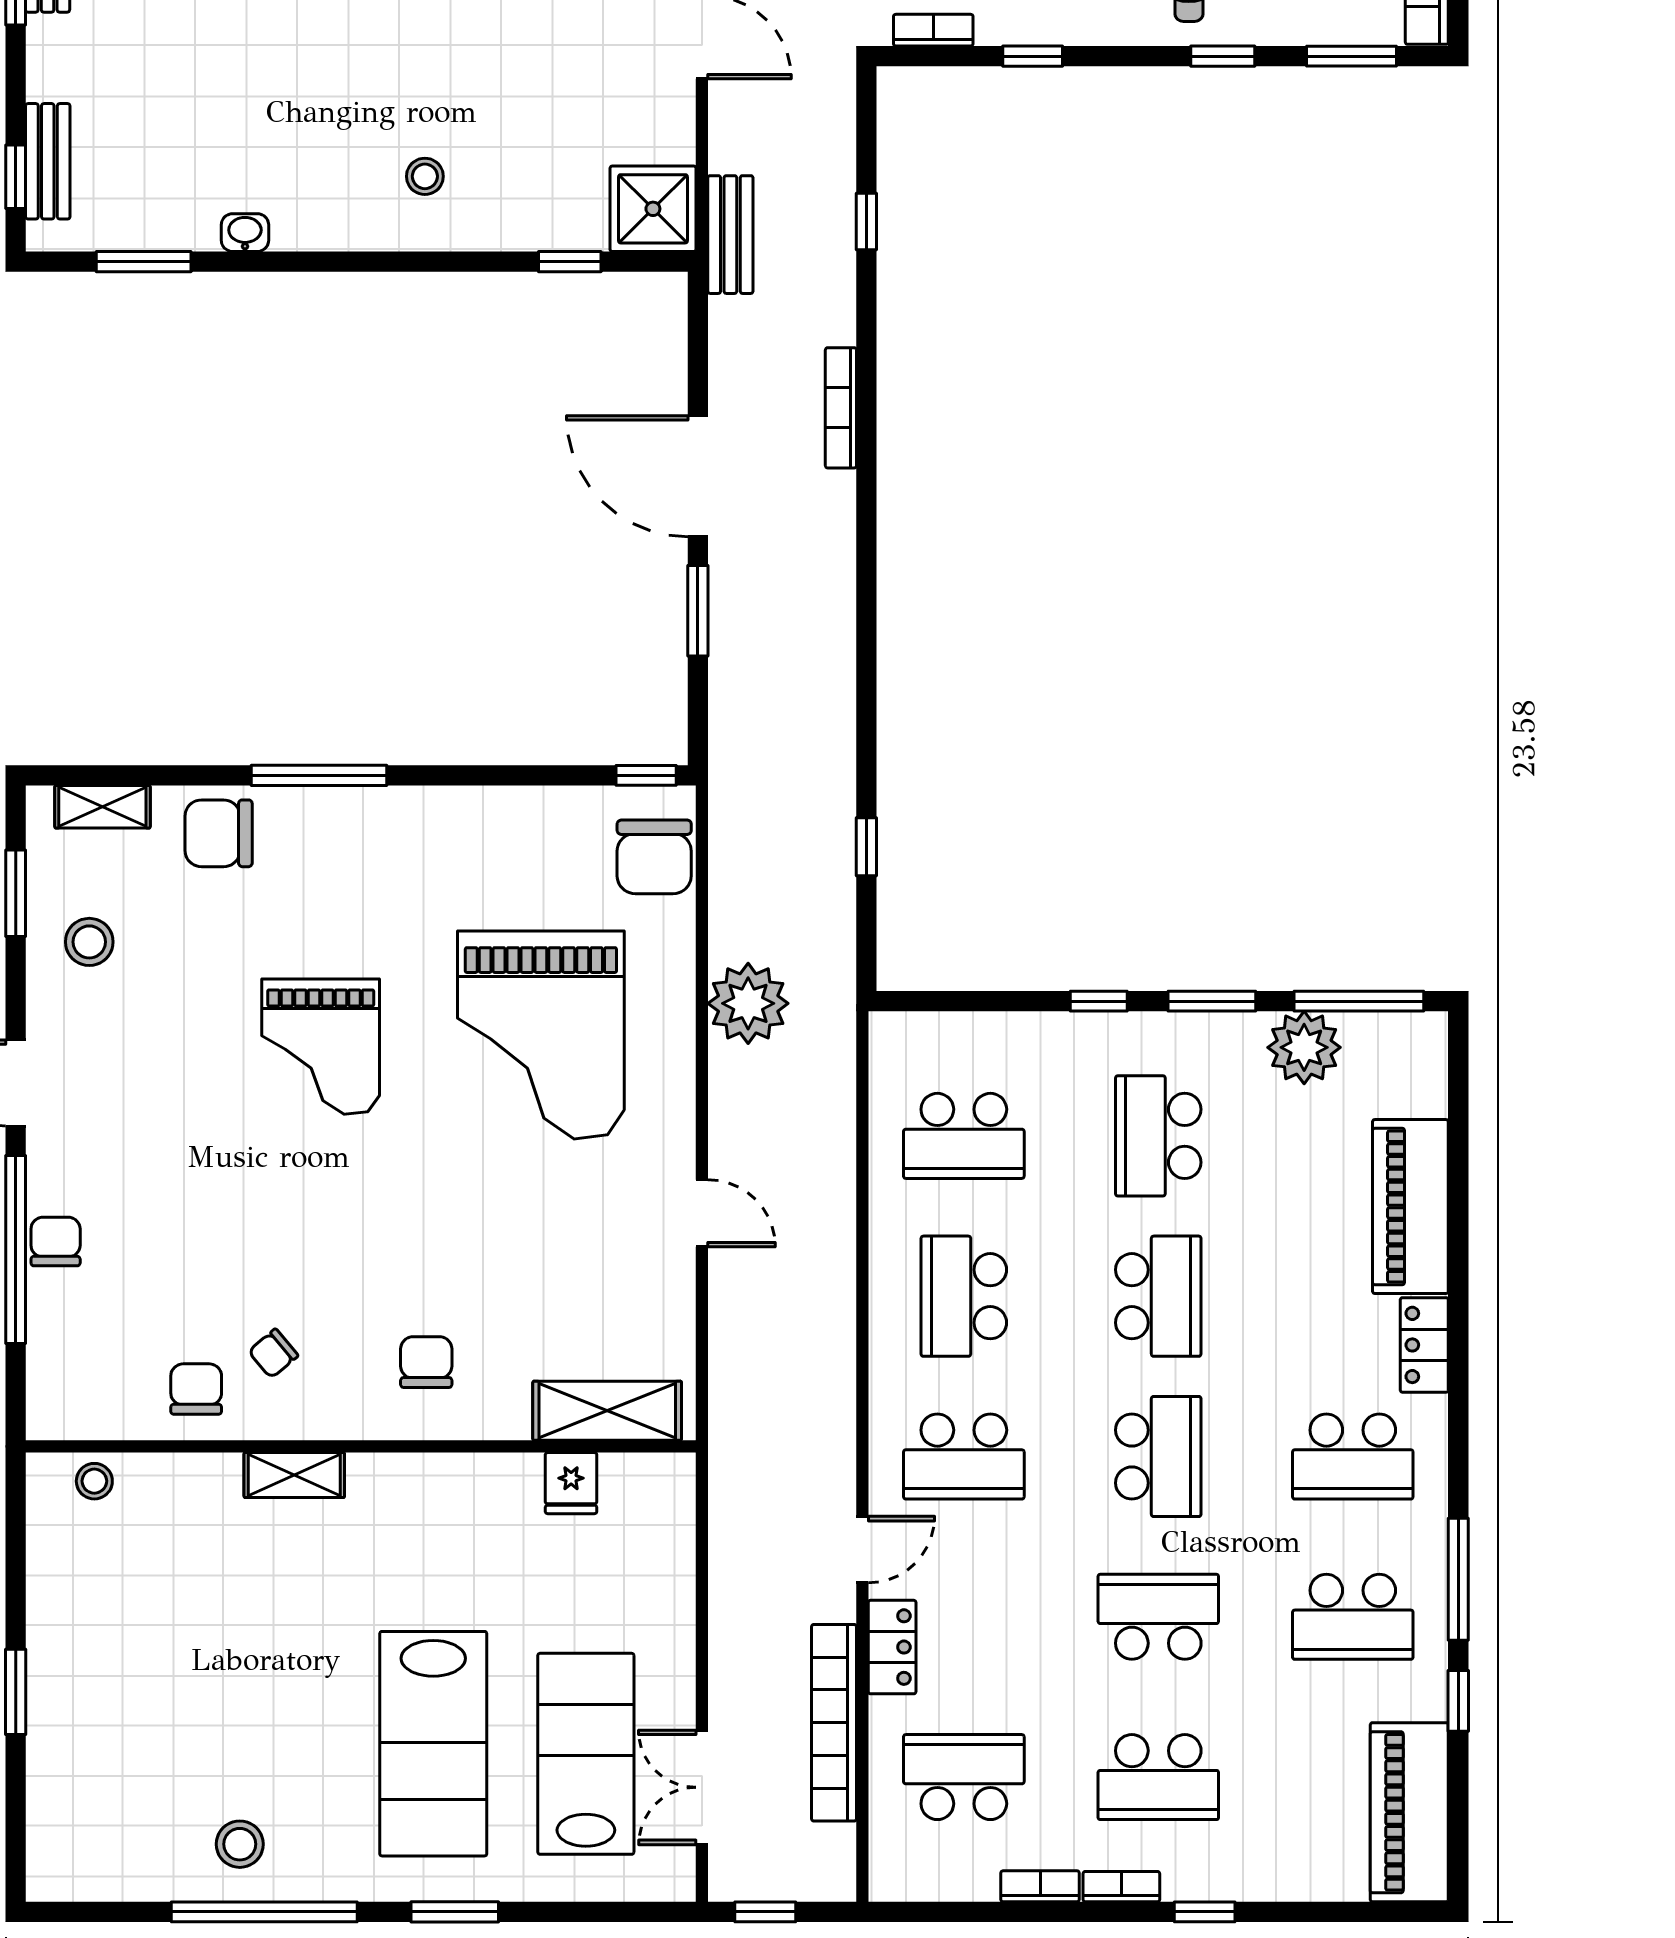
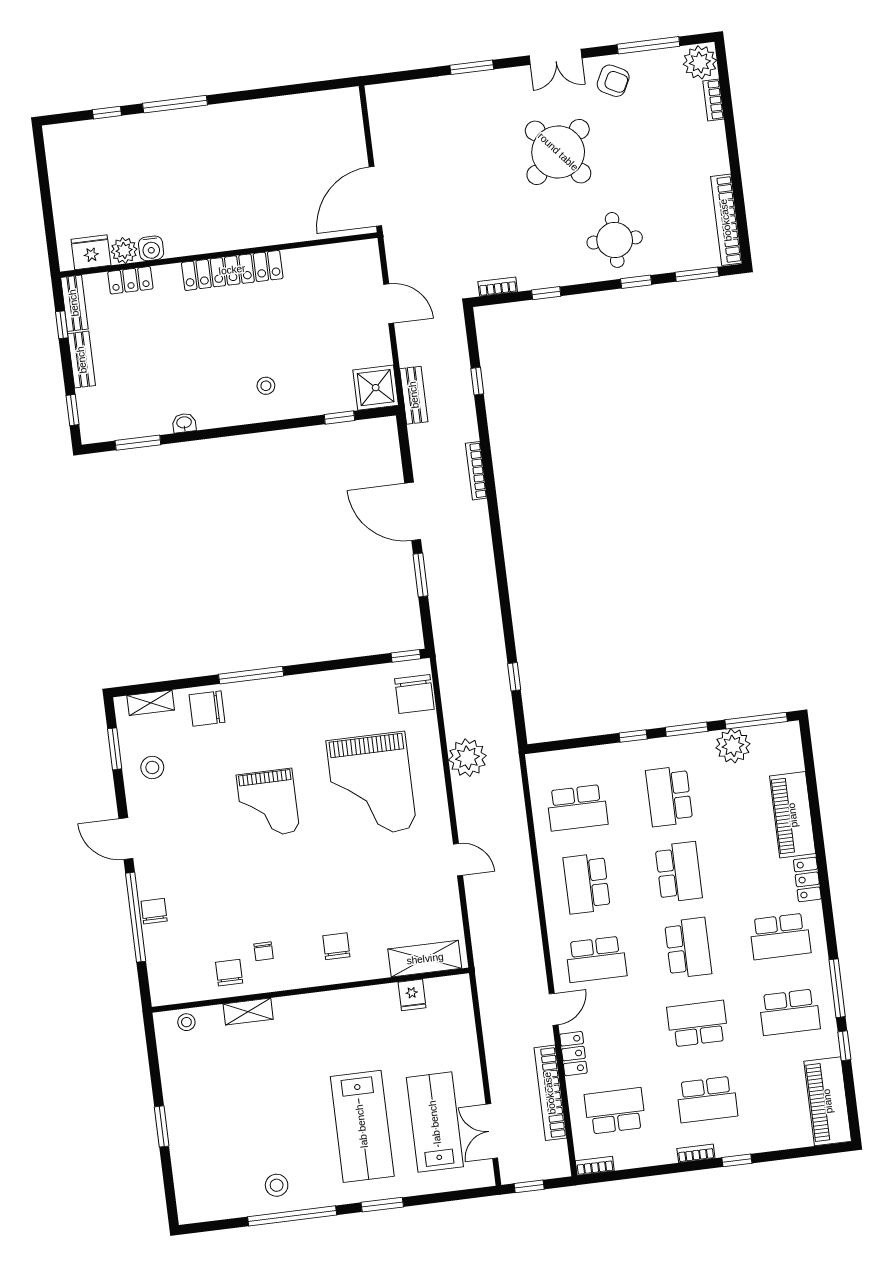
bench: (48, 161) -> (82, 360), moved
chair: (273, 1353) -> (264, 951), turned -50
shelving: (294, 1475) -> (248, 1012), moved
bookcase: (1040, 1886) -> (595, 1166), moved

